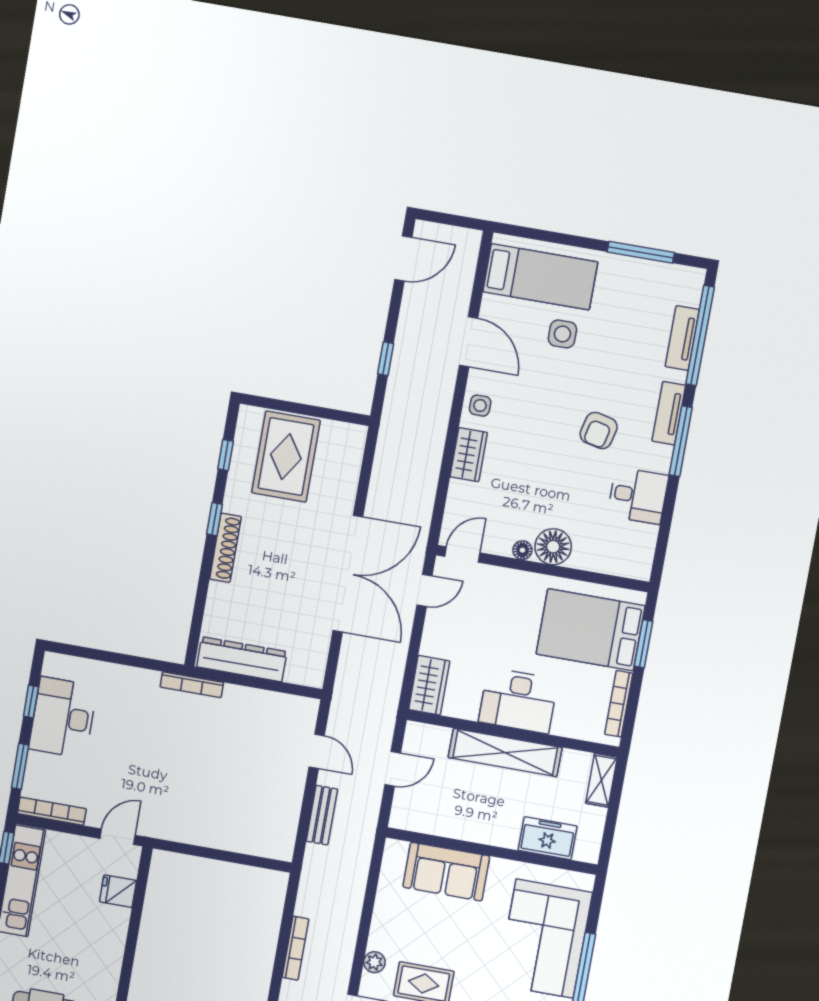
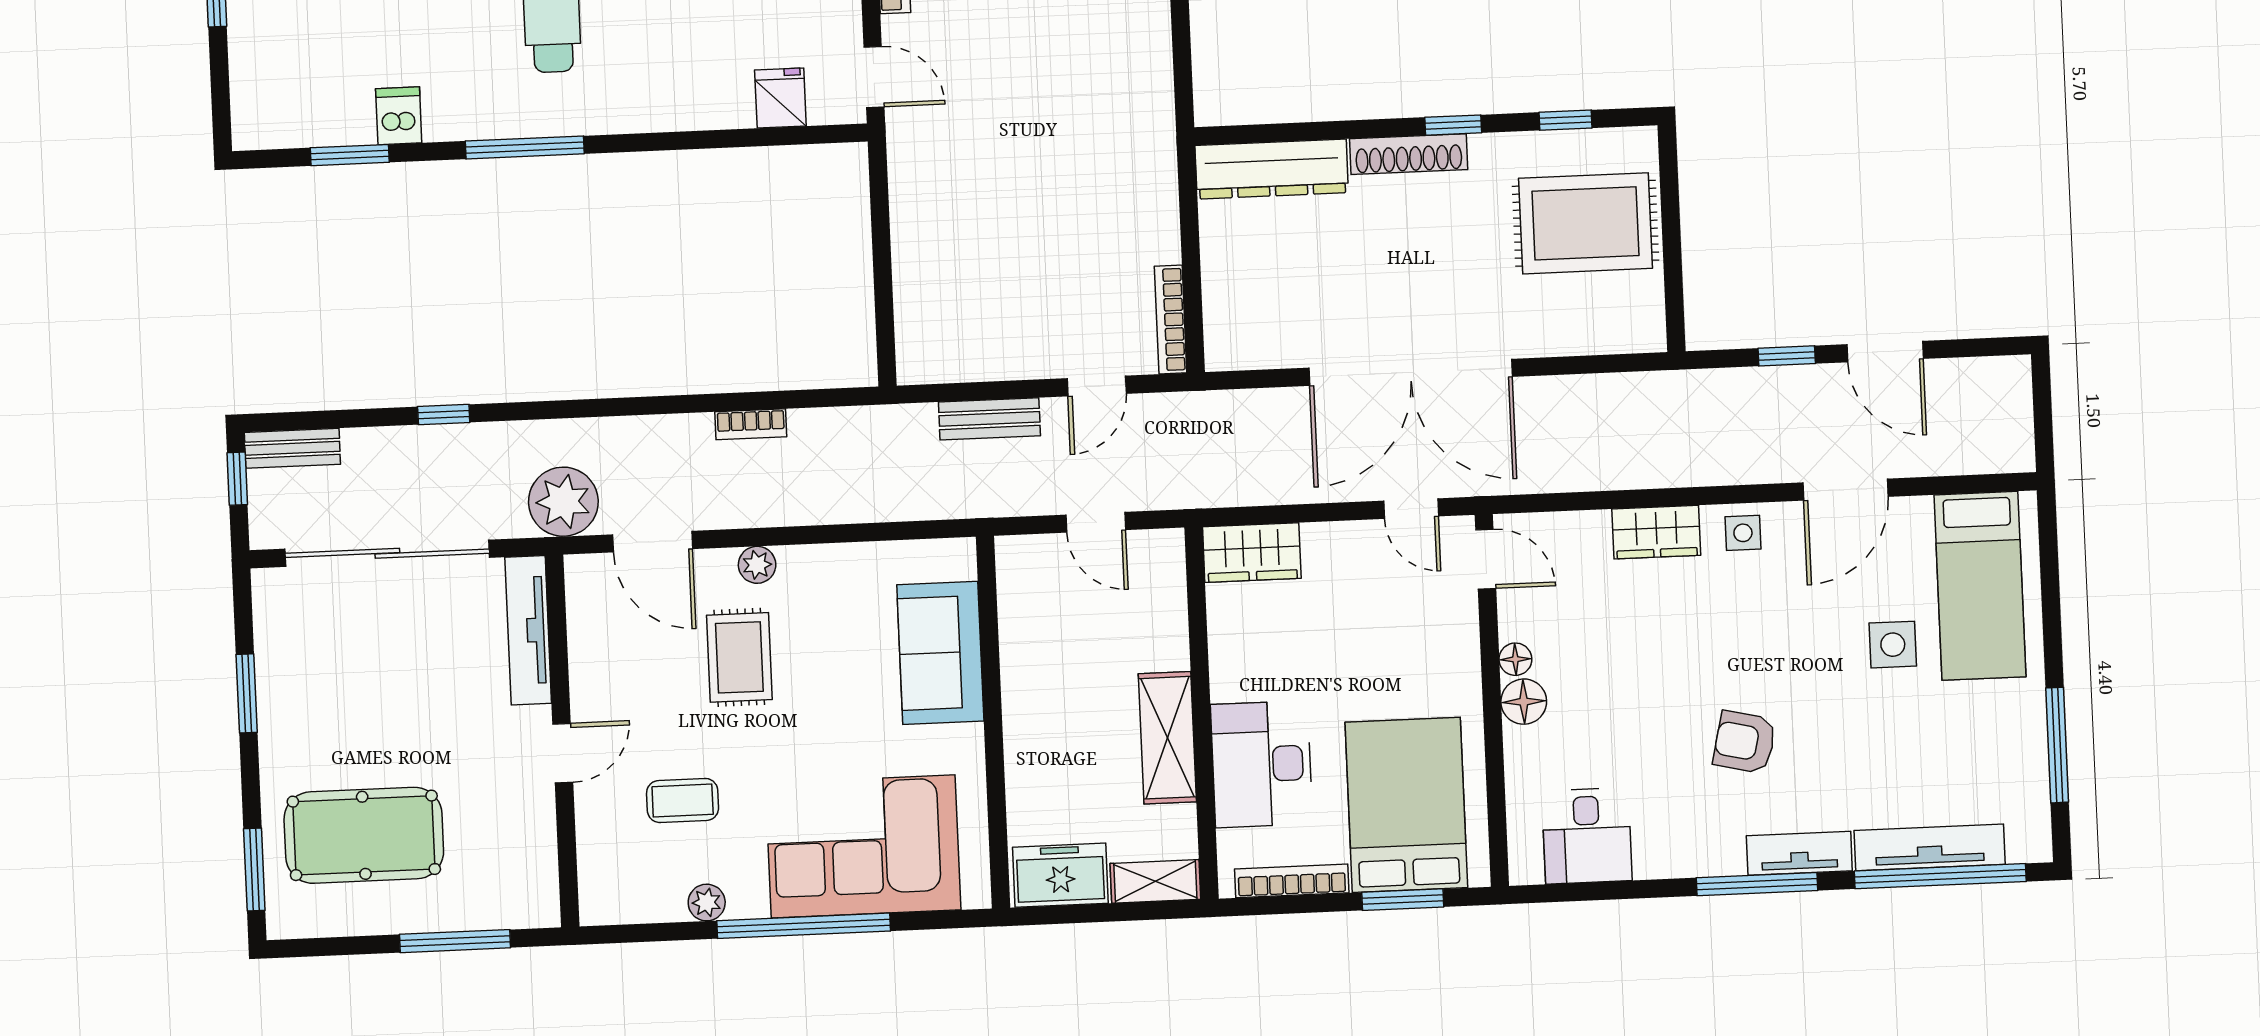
door: (403, 258) -> (1885, 352), moved
tv unit: (682, 338) -> (1930, 847), width x1.41
desk: (638, 496) -> (1587, 836), moved
floor lamp: (553, 547) -> (1524, 702), width x0.73, depth x0.73
dresser: (242, 659) -> (1272, 169), moved, turned 90
bookcase: (192, 685) -> (1171, 320), moved
desk: (518, 701) -> (1262, 764), moved
shelving: (505, 753) -> (1167, 738), width x0.68
freezer: (548, 838) -> (1060, 875), moved, turned -90
bookcase: (296, 948) -> (751, 424), width x0.64

